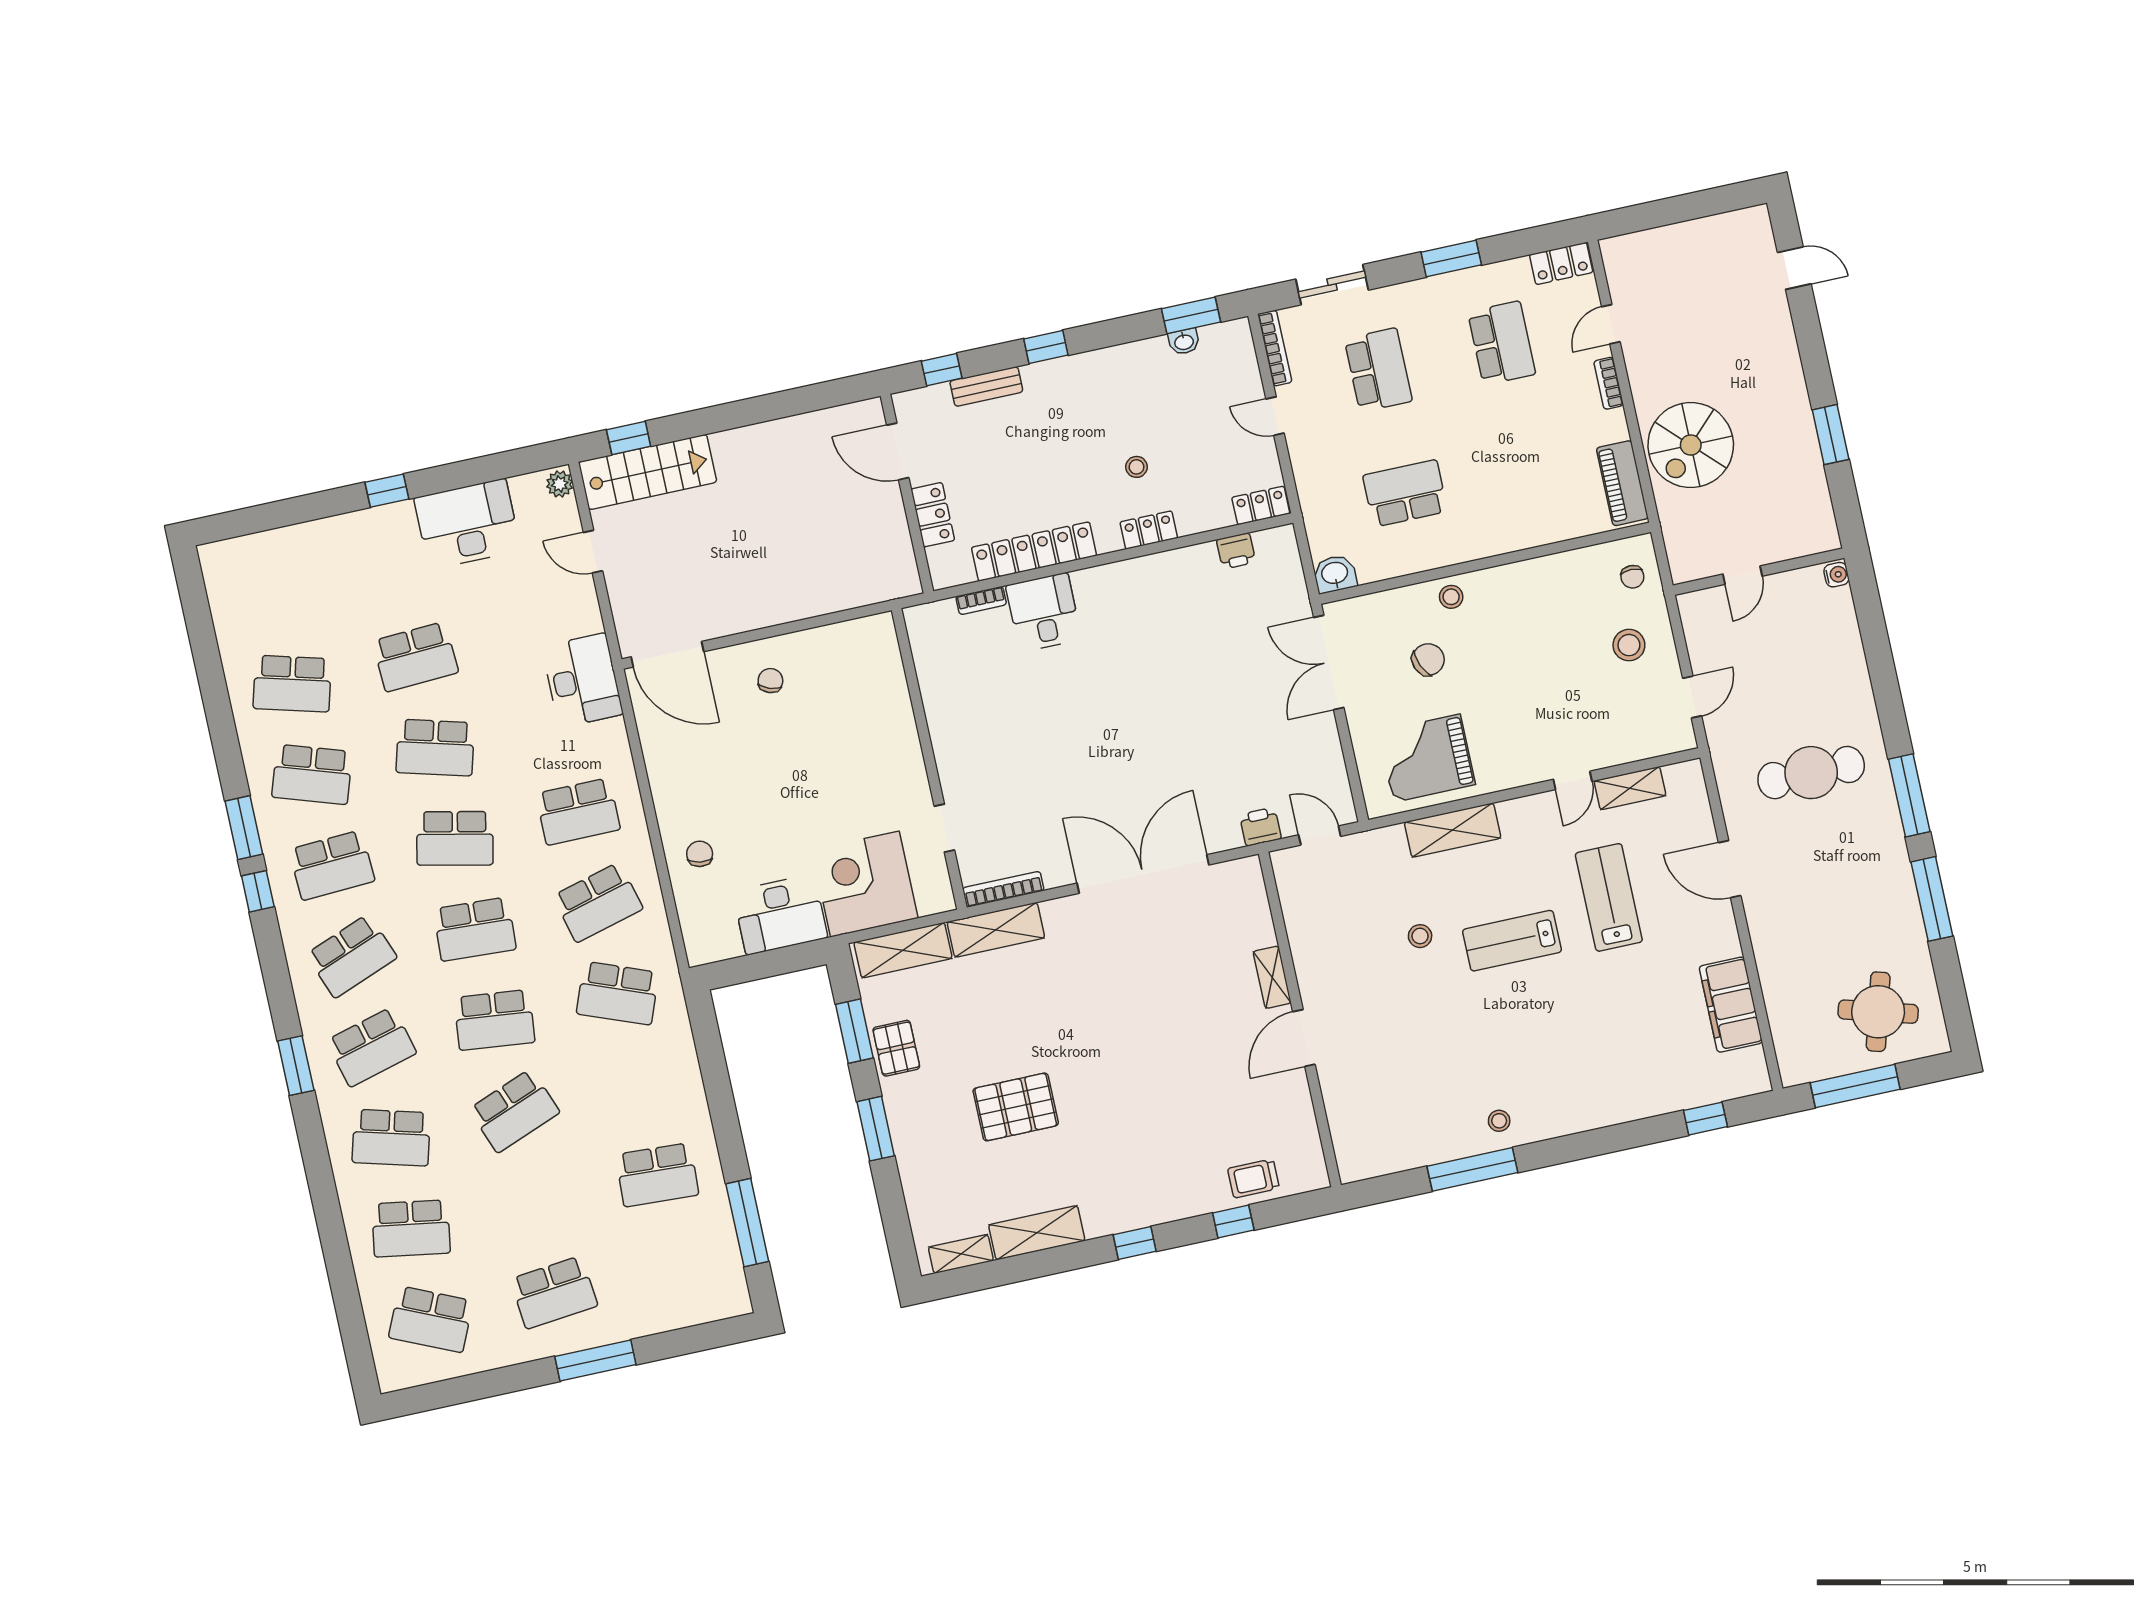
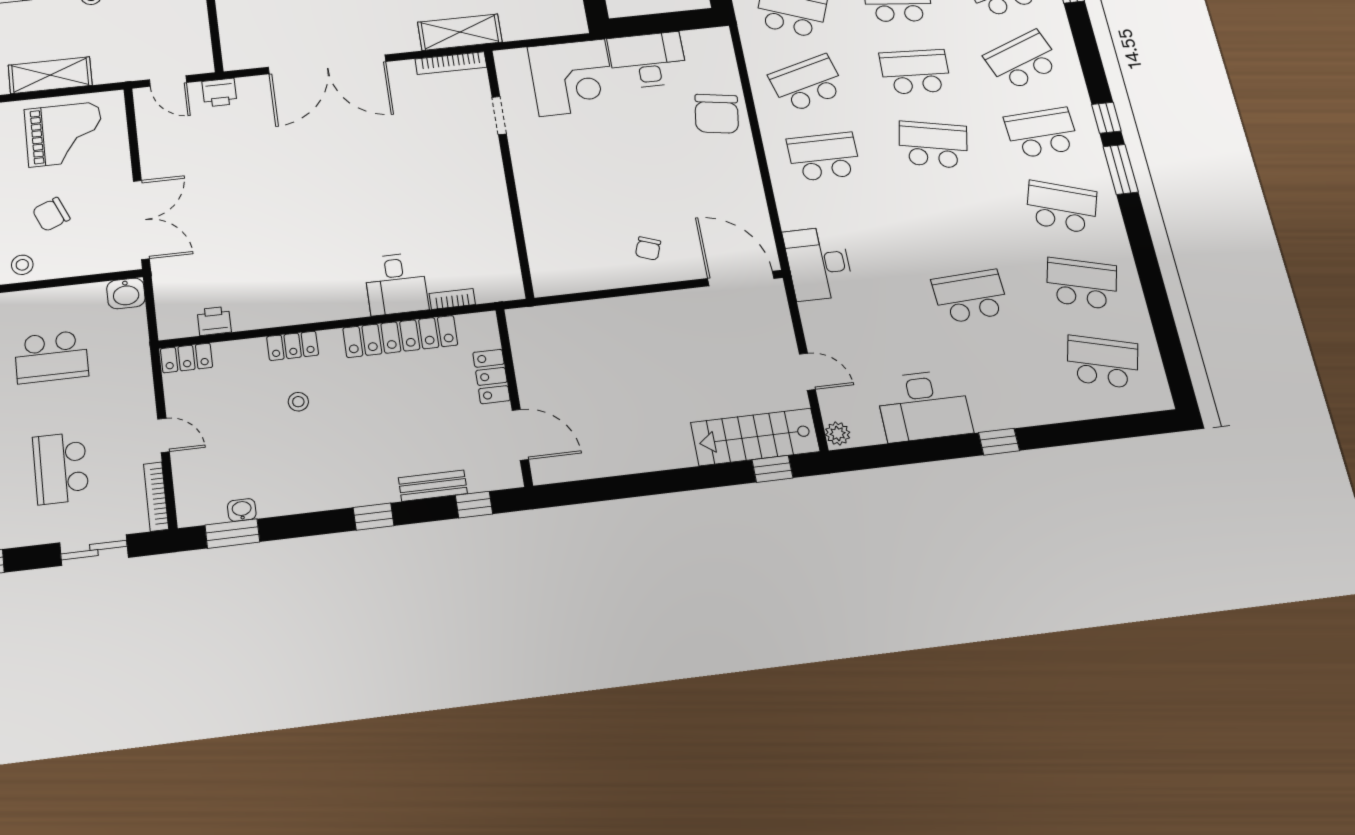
school desk: (435, 748) -> (1103, 362), moved
chair: (700, 854) -> (717, 114), width x1.87, depth x1.87
shelving: (903, 950) -> (542, 23), removed

